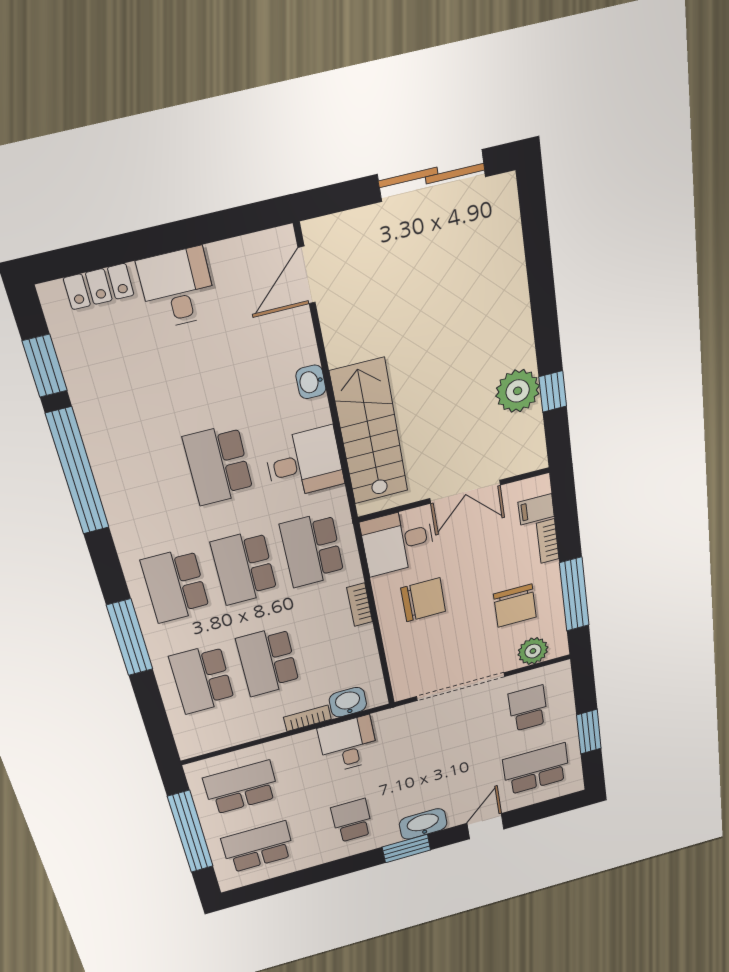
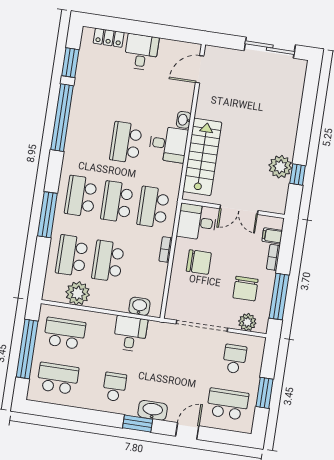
desk: (304, 463) -> (168, 144), moved
bookcase: (307, 718) -> (115, 306), removed
plant: (237, 727) -> (78, 293), added

